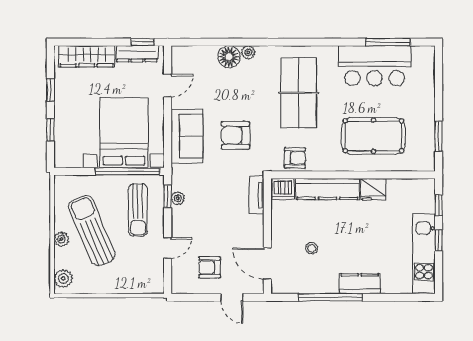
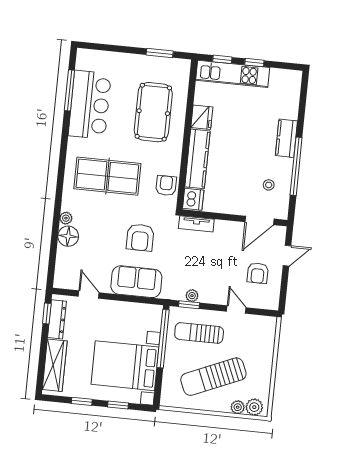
bed with nightstands: (124, 133) -> (125, 366), moved
sun lounger: (138, 210) -> (199, 333), turned 180
plant: (61, 239) -> (238, 407), moved
stool: (312, 248) -> (269, 185), moved
kitchen unit: (424, 253) -> (233, 74), moved

